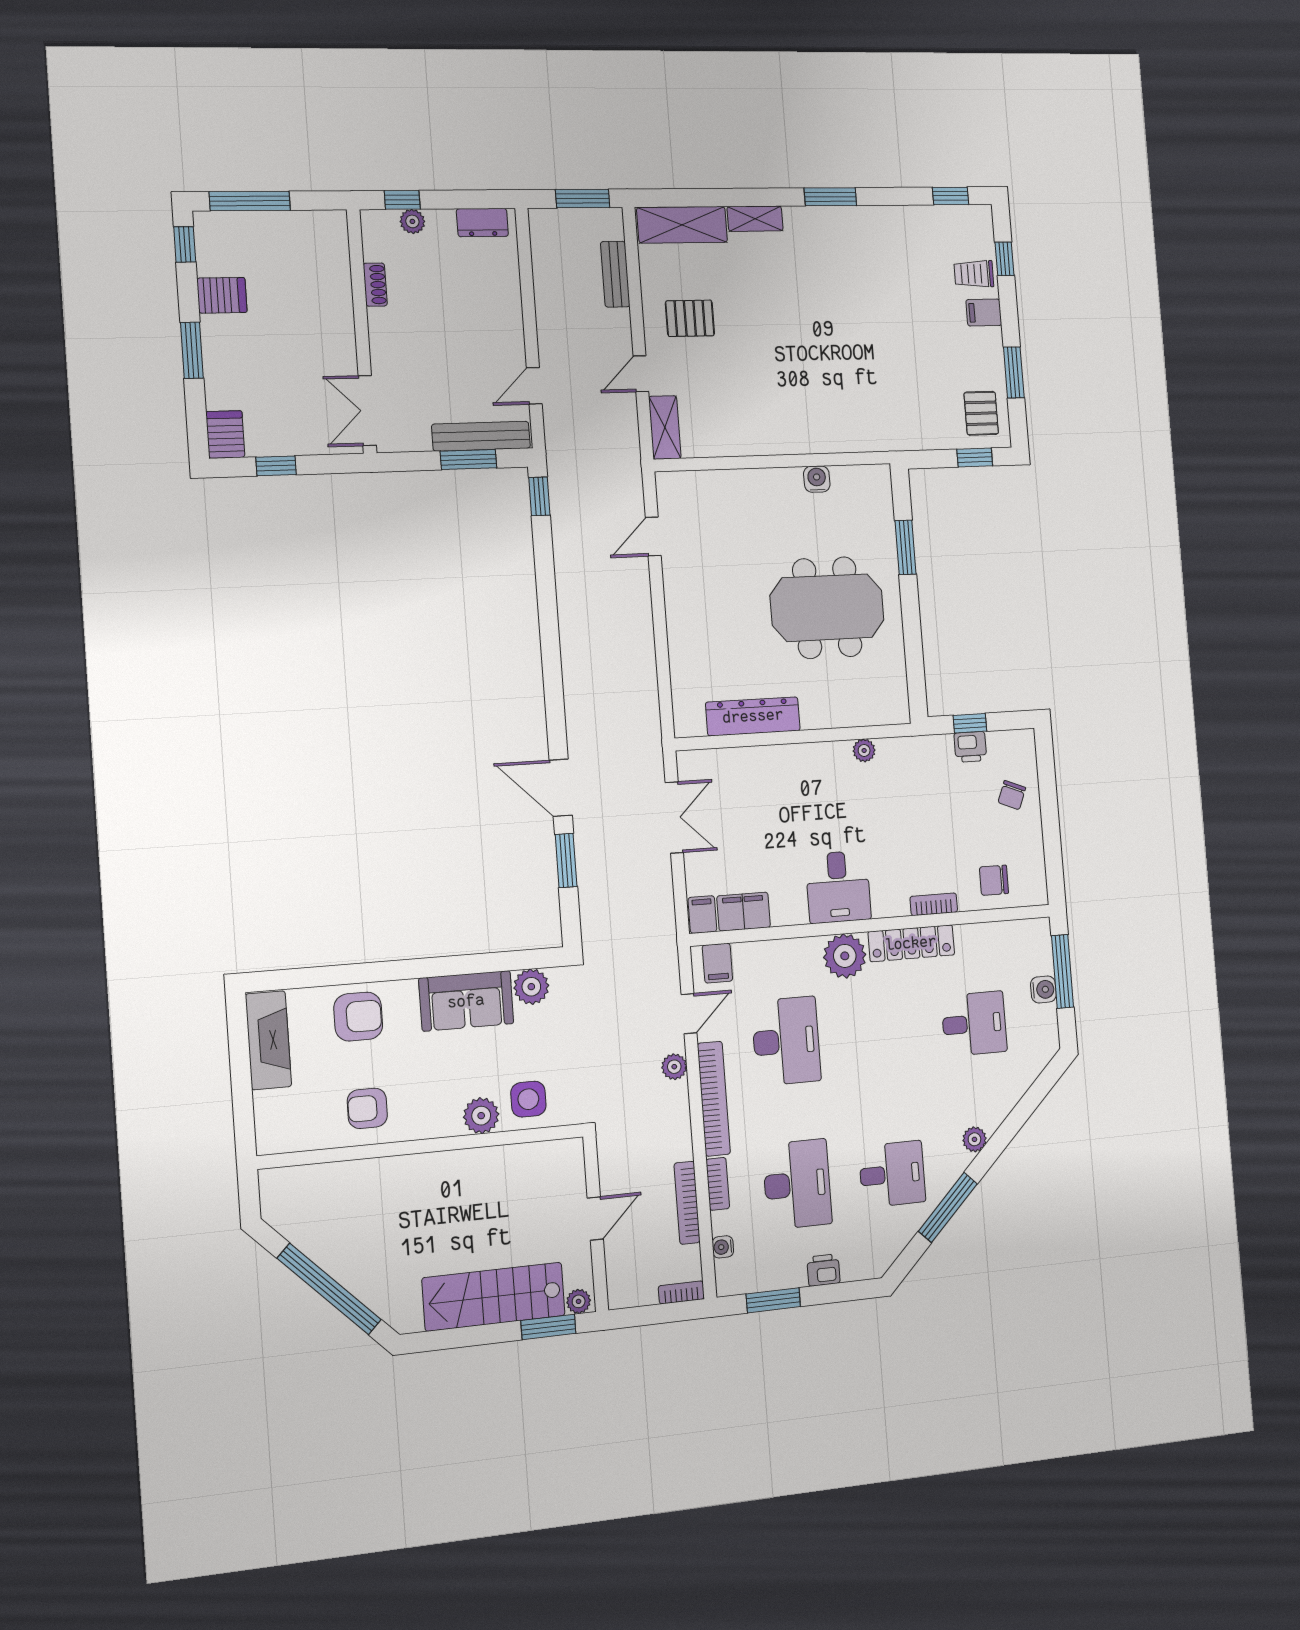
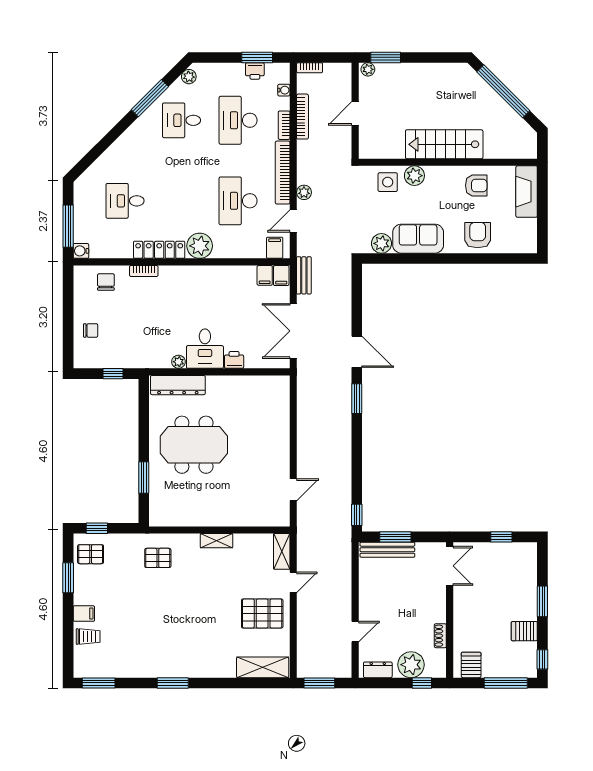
window: (951, 196) -> (99, 683), width x1.50
shelving: (755, 219) -> (216, 541), moved
plant: (412, 221) -> (411, 665), width x1.88, depth x1.88
window: (1005, 259) -> (68, 645), removed
bench: (615, 274) -> (304, 275), moved
pallet: (690, 318) -> (262, 614), width x1.50, depth x1.42
door: (534, 386) -> (355, 632), moved
pallet: (872, 410) -> (158, 558), added
pallet: (981, 413) -> (91, 554), turned 90
server rack: (225, 434) -> (471, 665), moved, turned 180
water cooler: (817, 479) -> (194, 519), removed
dresser: (753, 716) -> (178, 385), moved
printer: (970, 747) -> (234, 360), moved
chair: (1012, 795) -> (91, 330), turned 68
double door: (674, 818) -> (293, 331), width x1.37
window: (566, 860) -> (357, 399), moved
chair: (994, 880) -> (106, 282), turned -90
desk: (838, 887) -> (205, 349), moved, turned 180
filing cabinet: (744, 912) -> (265, 275), width x0.50
water cooler: (1043, 989) -> (81, 251), moved
armchair: (358, 1017) -> (478, 235), turned 90
fireplace: (268, 1040) -> (527, 192), moved
plant: (974, 1139) -> (189, 77), moved
printer: (823, 1270) -> (255, 71), moved
stairs: (494, 1297) -> (444, 144), moved, turned 180

